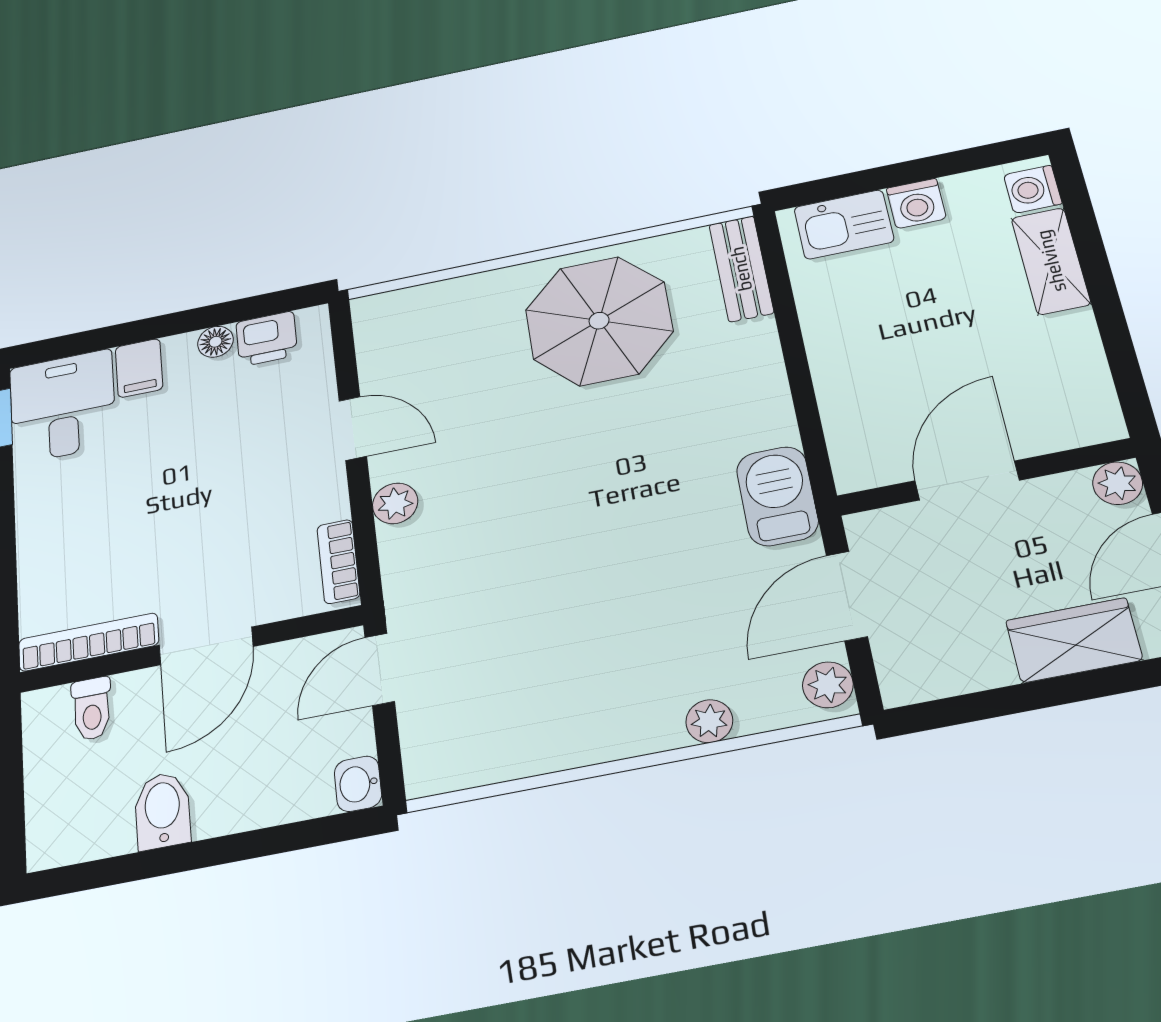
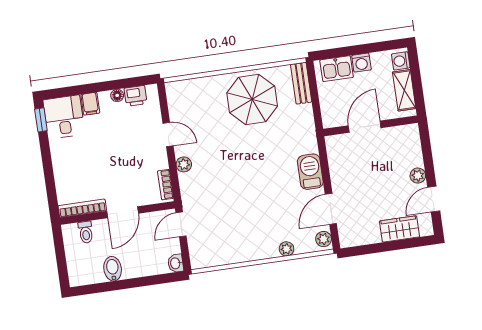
wall: (985, 477) -> (371, 126), moved
door: (967, 480) -> (365, 127), moved

